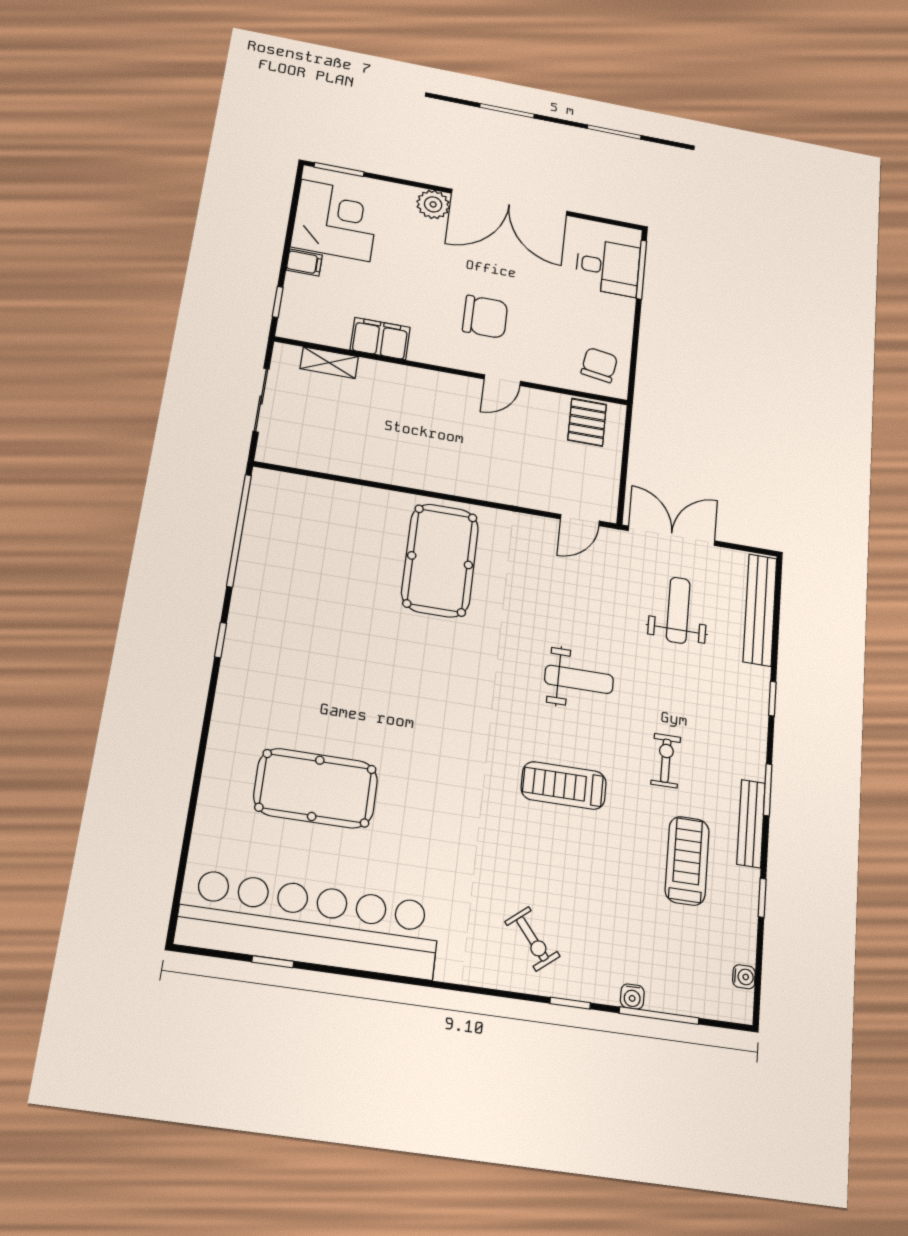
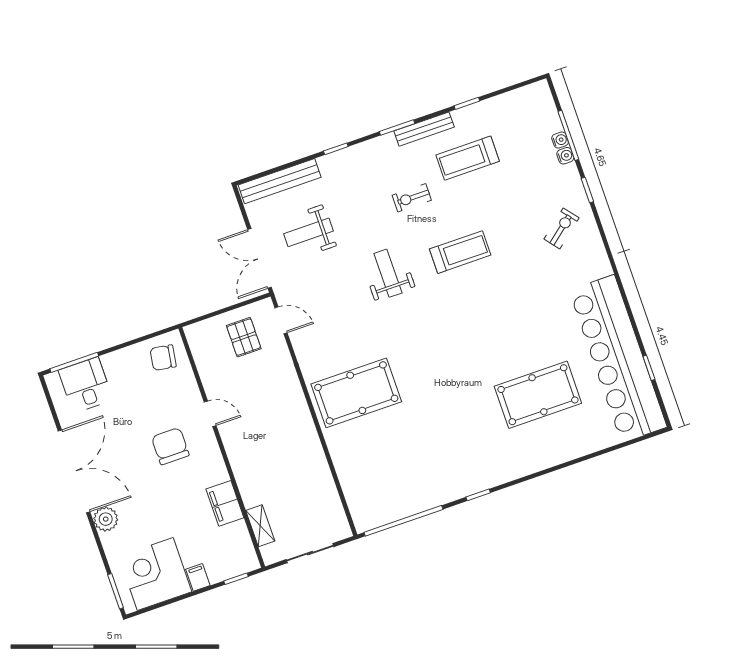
pallet: (587, 422) -> (244, 337), moved, turned 90
treadmill: (564, 786) -> (460, 252), turned -90
pool table: (316, 788) -> (538, 395), turned 90
water cooler: (744, 977) -> (560, 140), moved, turned 90

